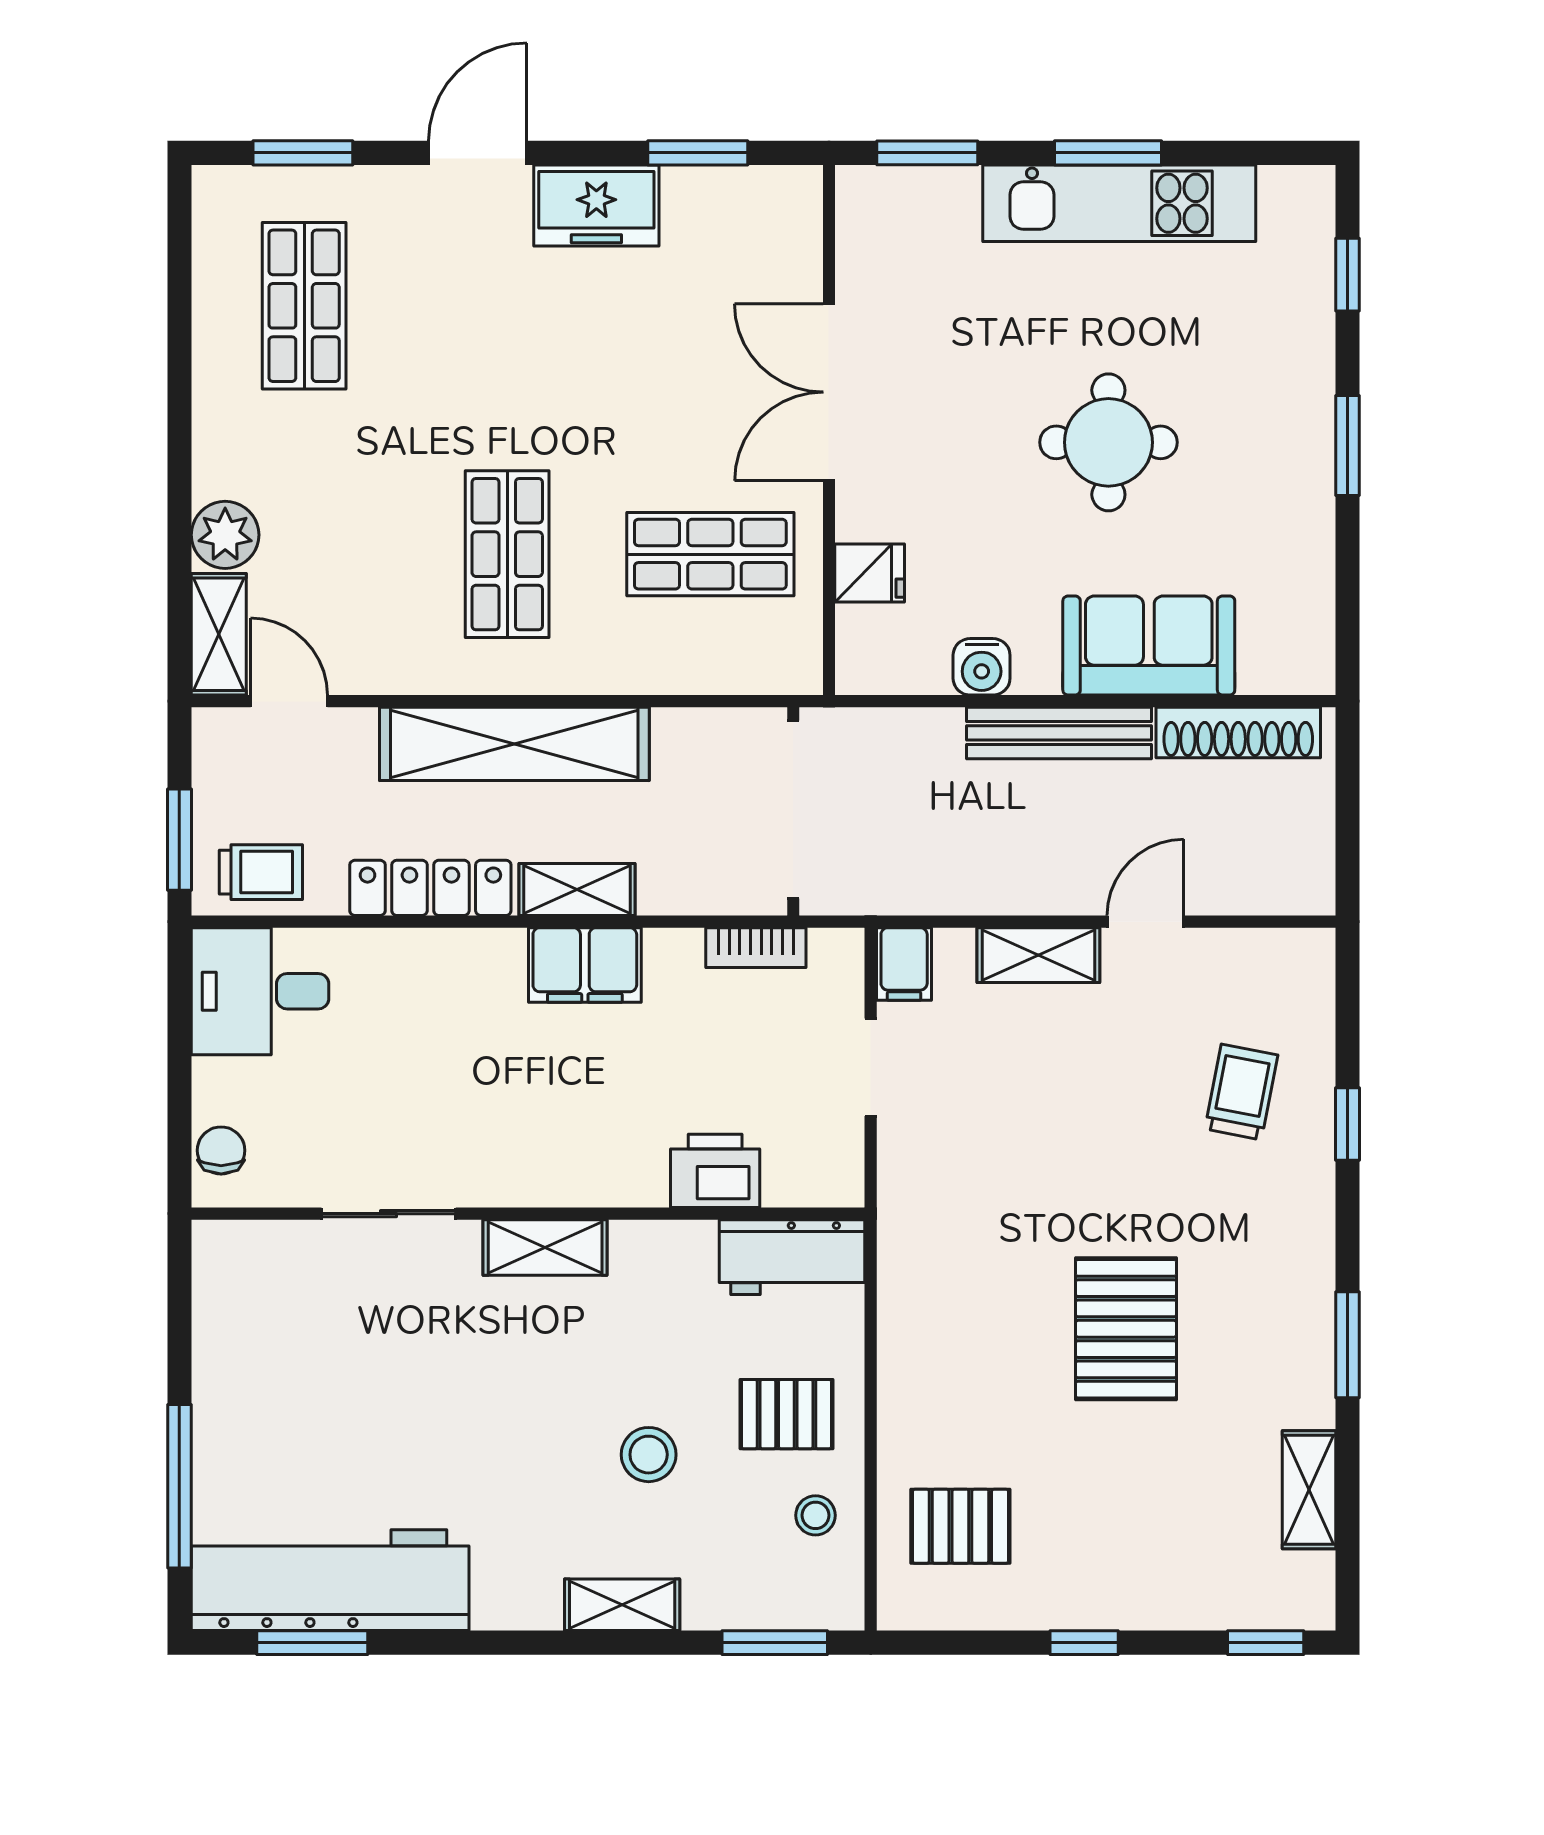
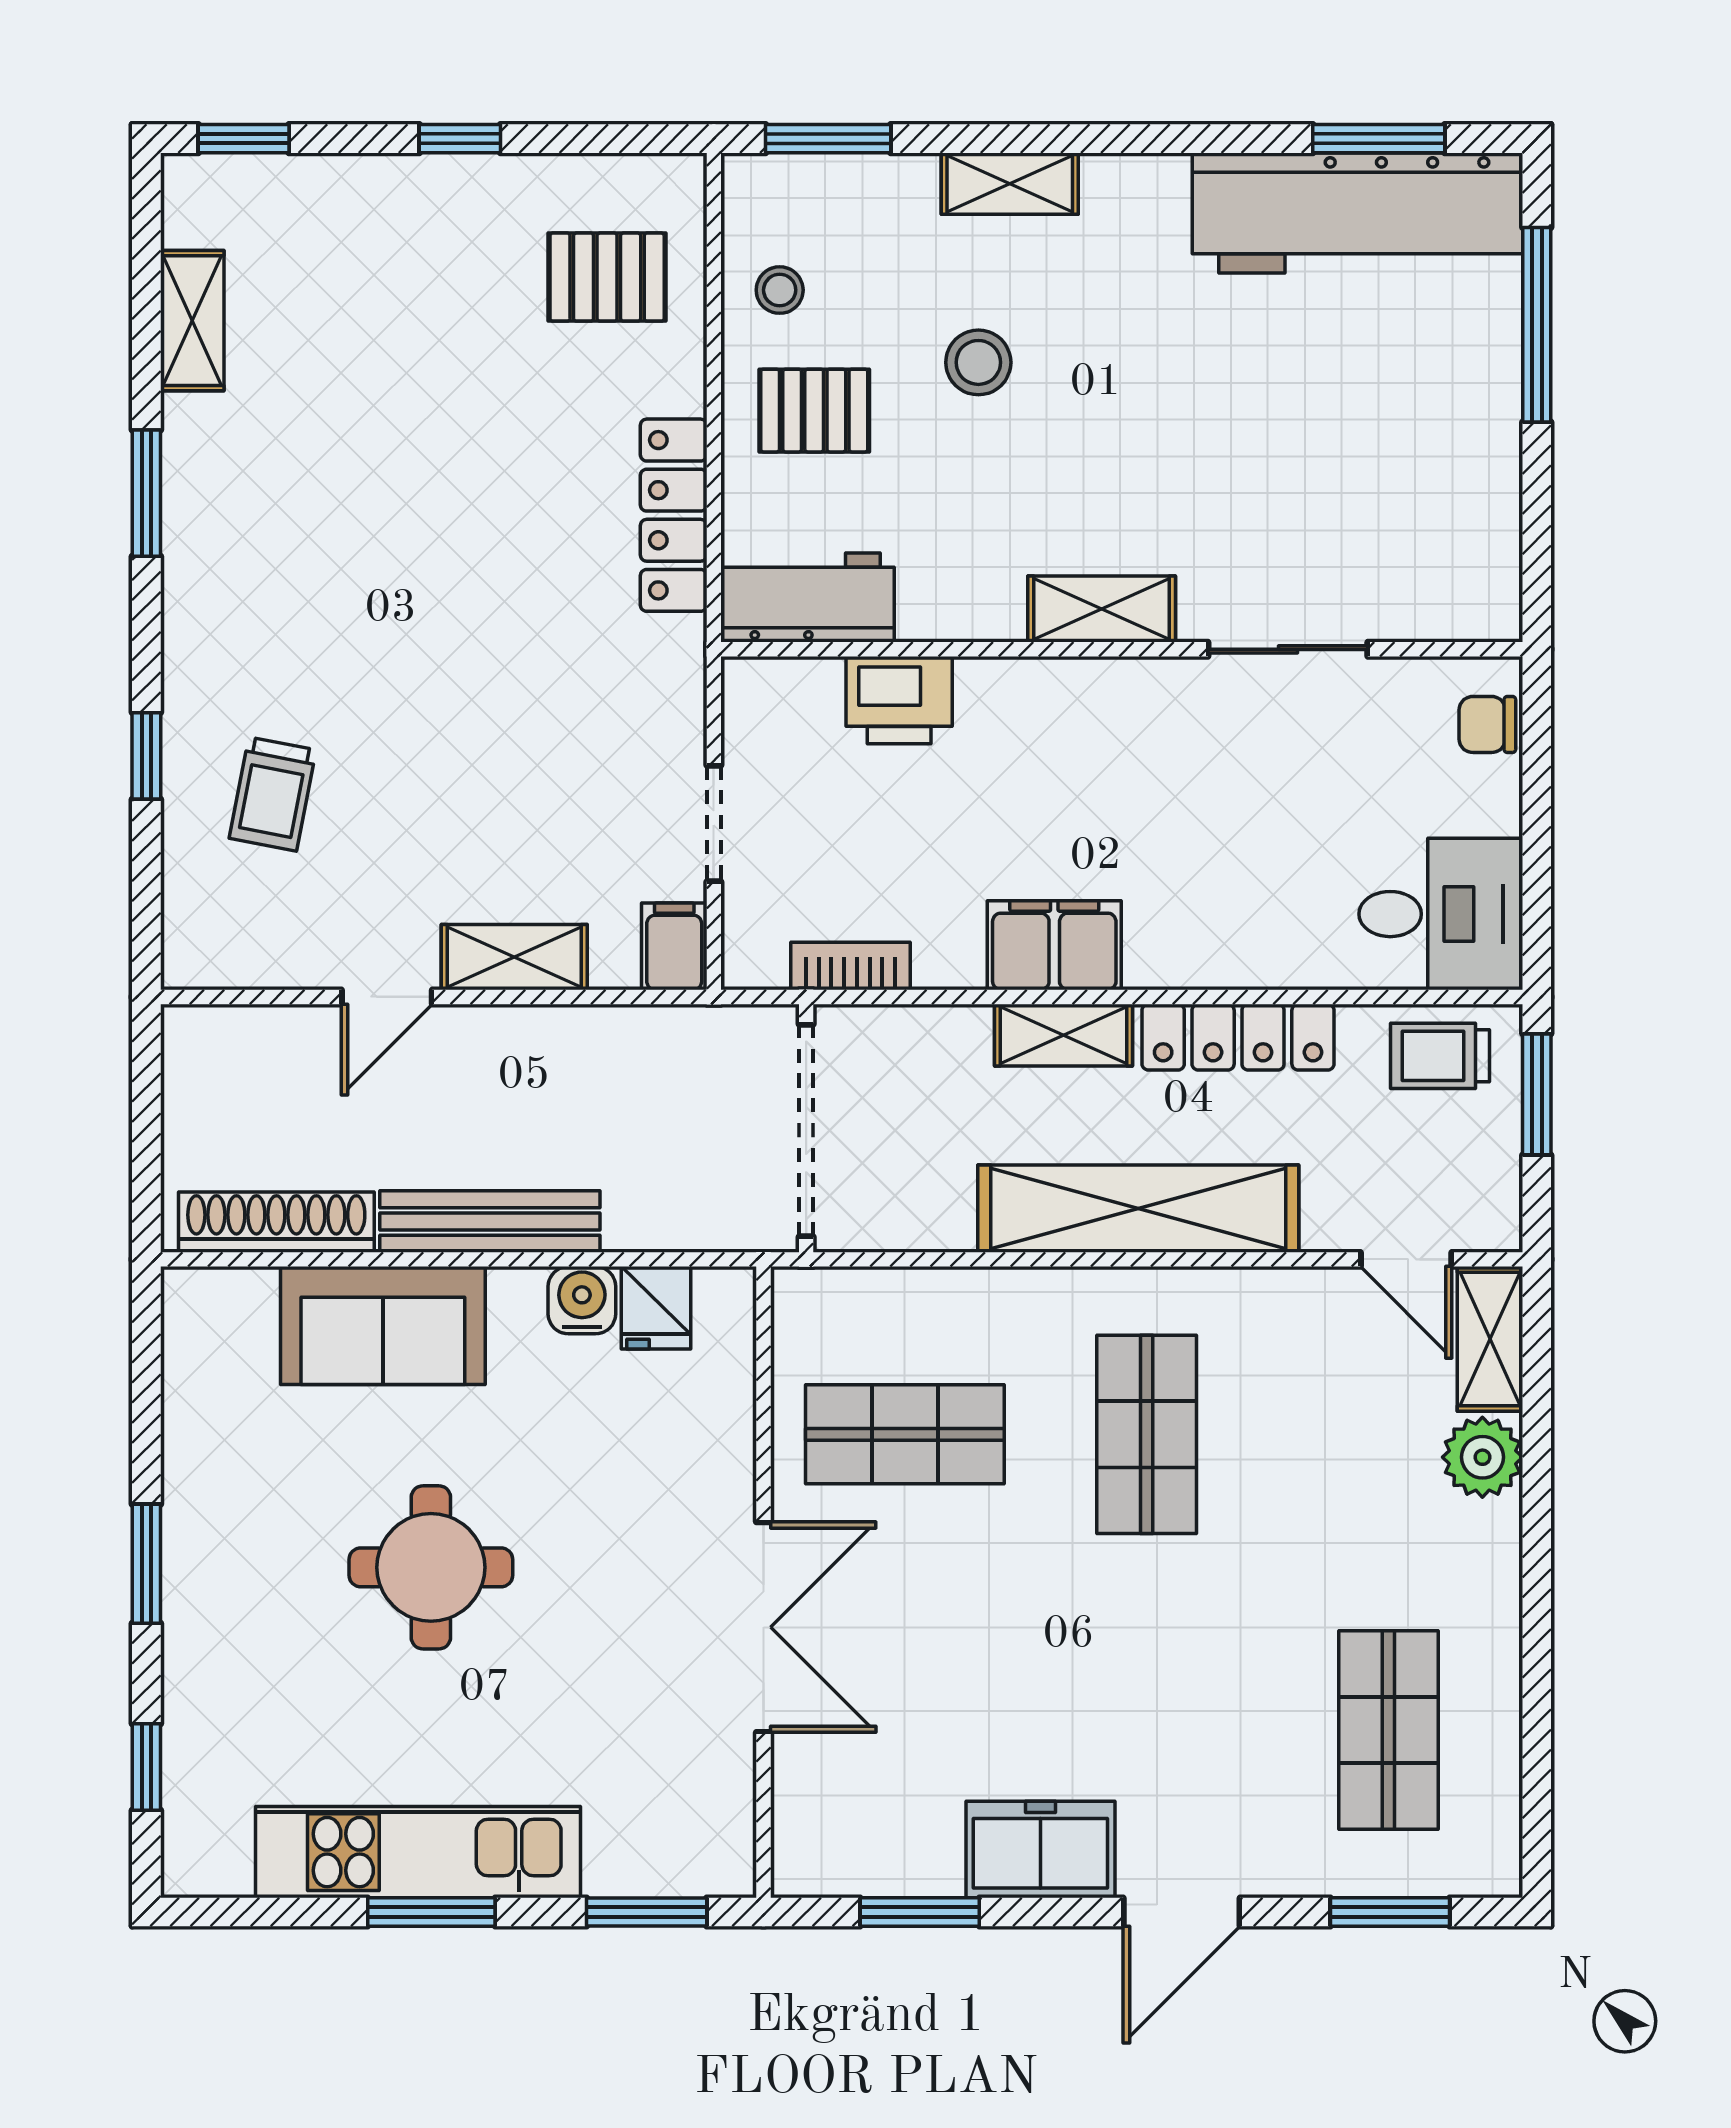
fridge: (870, 573) -> (656, 1308), moved, turned -90
chair: (221, 1150) -> (1487, 724), turned 90
locker: (905, 1326) -> (674, 515), added
pallet: (1126, 1329) -> (410, 512), removed

